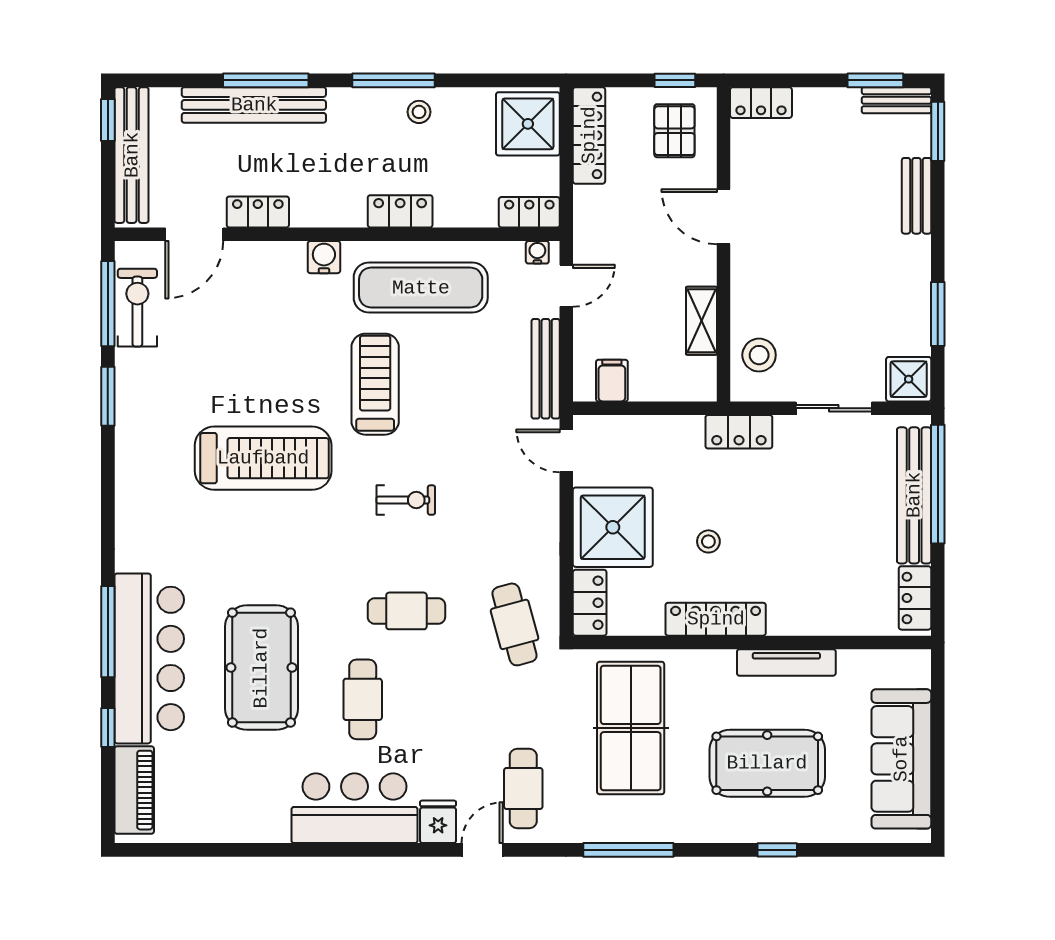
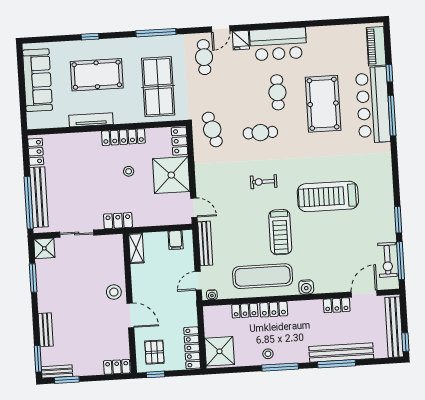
locker: (529, 212) -> (245, 311), moved
shelving: (702, 321) -> (136, 248), moved
stool: (759, 355) -> (114, 292), moved

